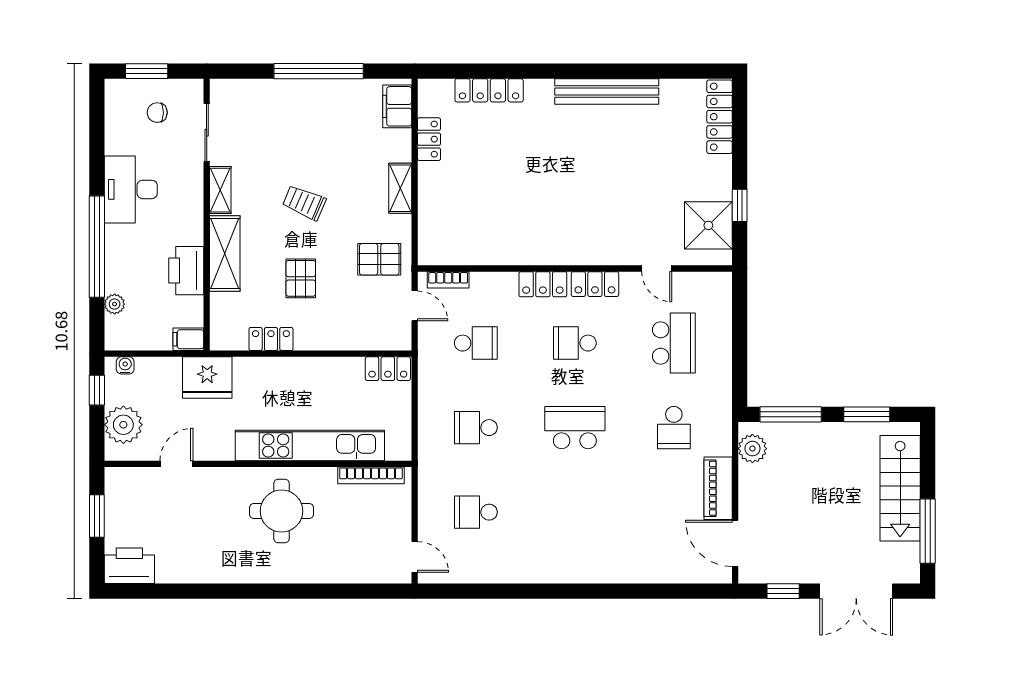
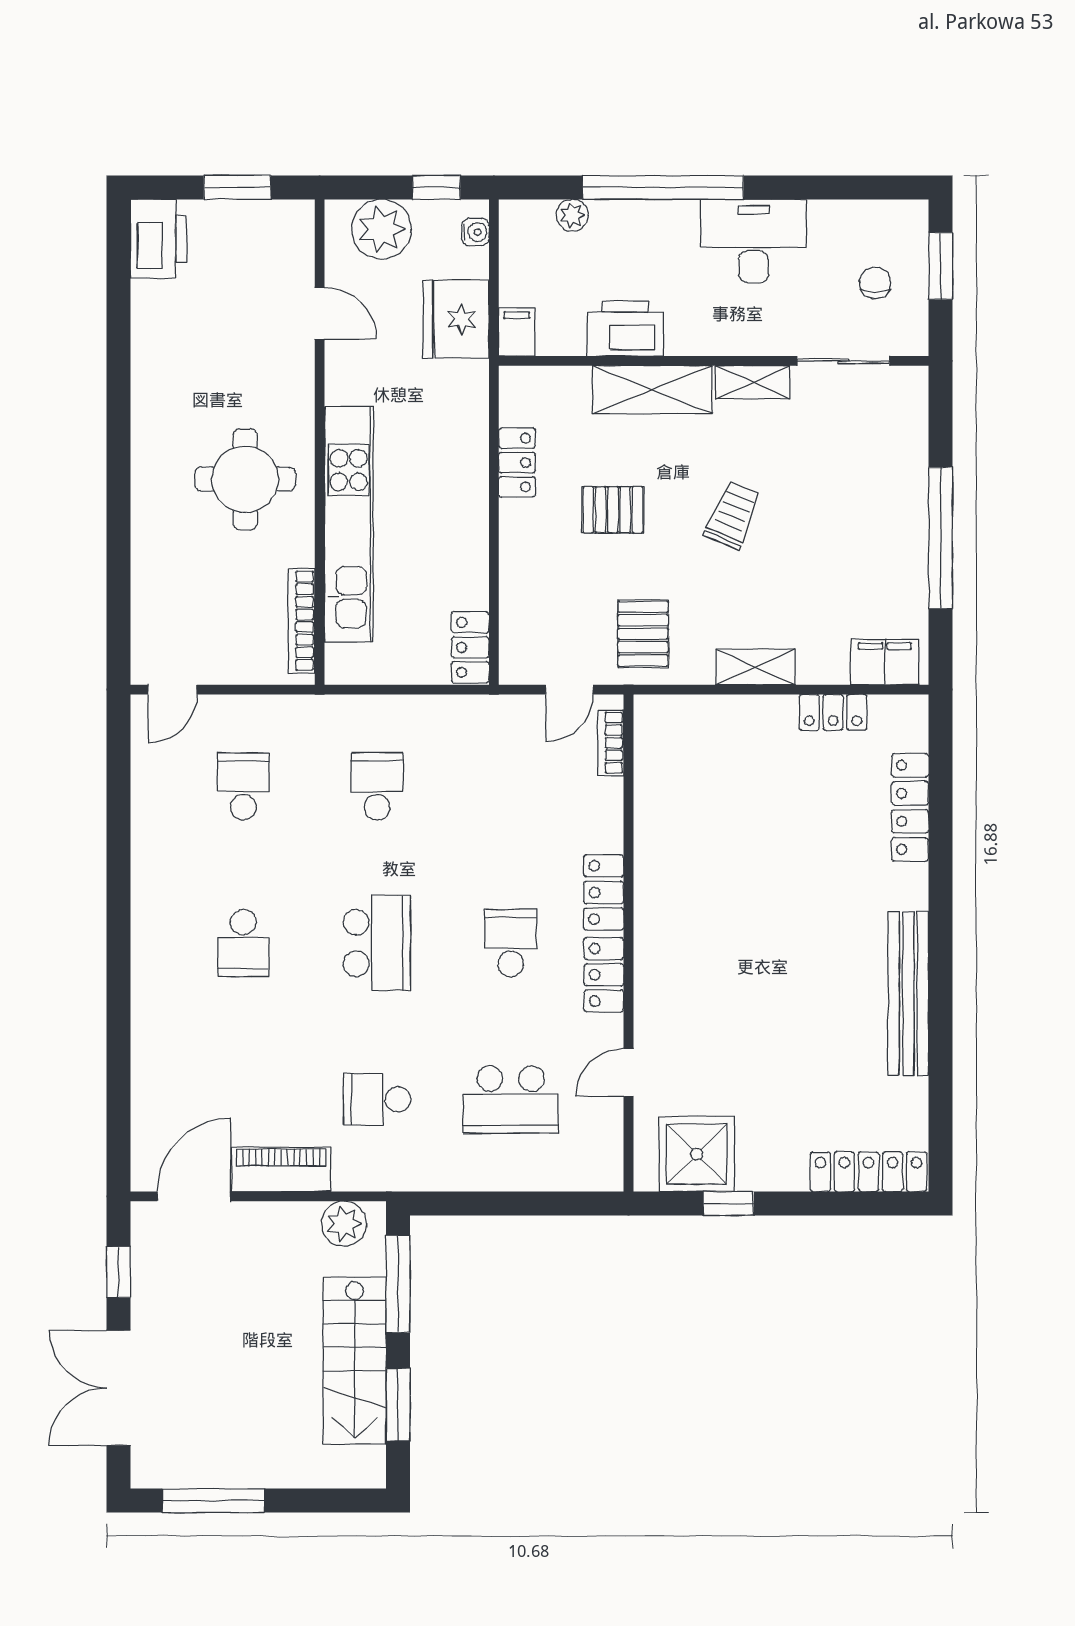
school desk: (476, 343) -> (243, 943), moved
fridge: (207, 377) -> (456, 319), moved
stairs: (900, 488) -> (355, 1361), moved, turned -90

